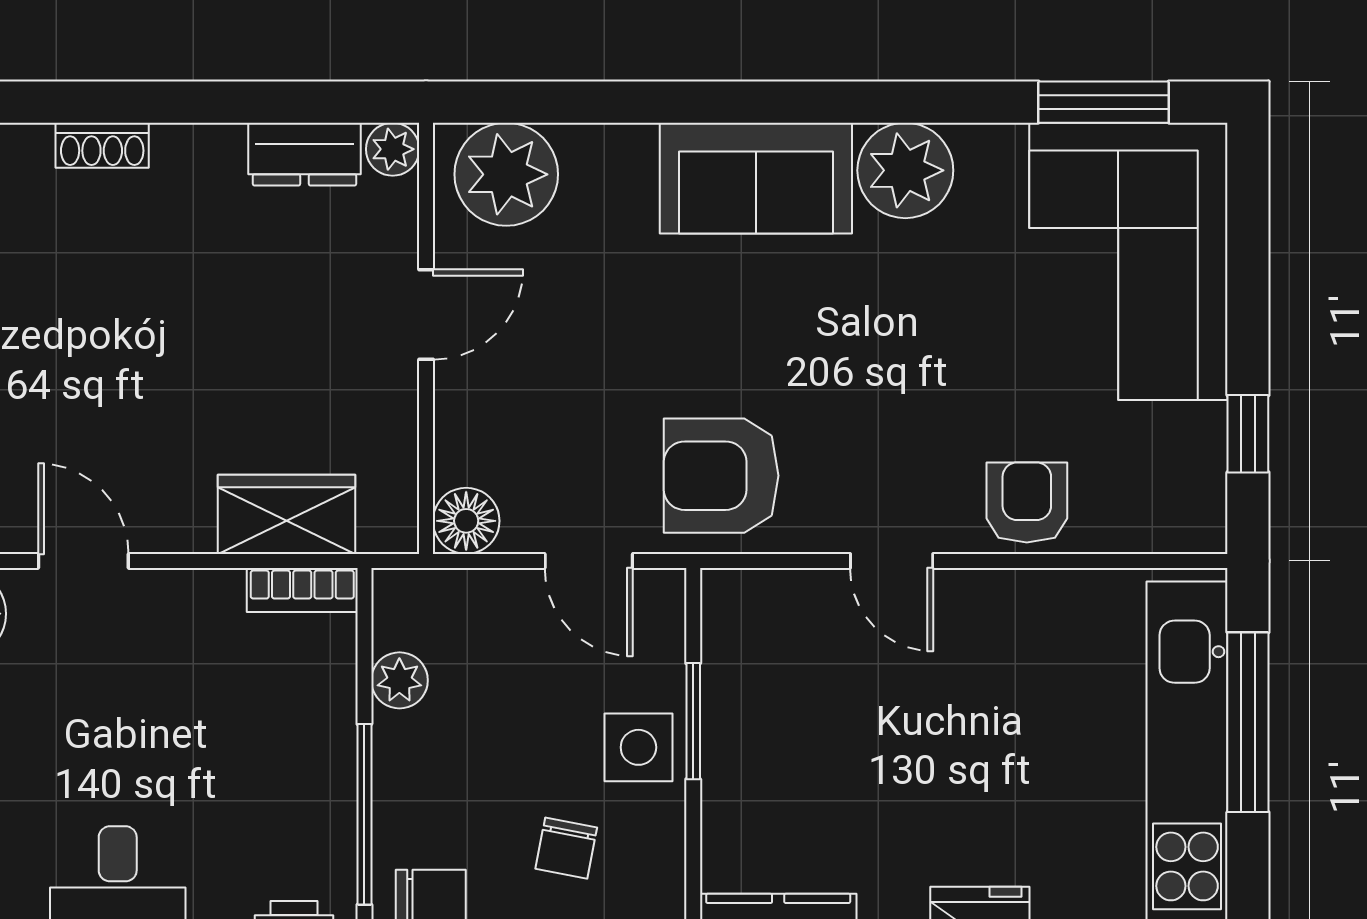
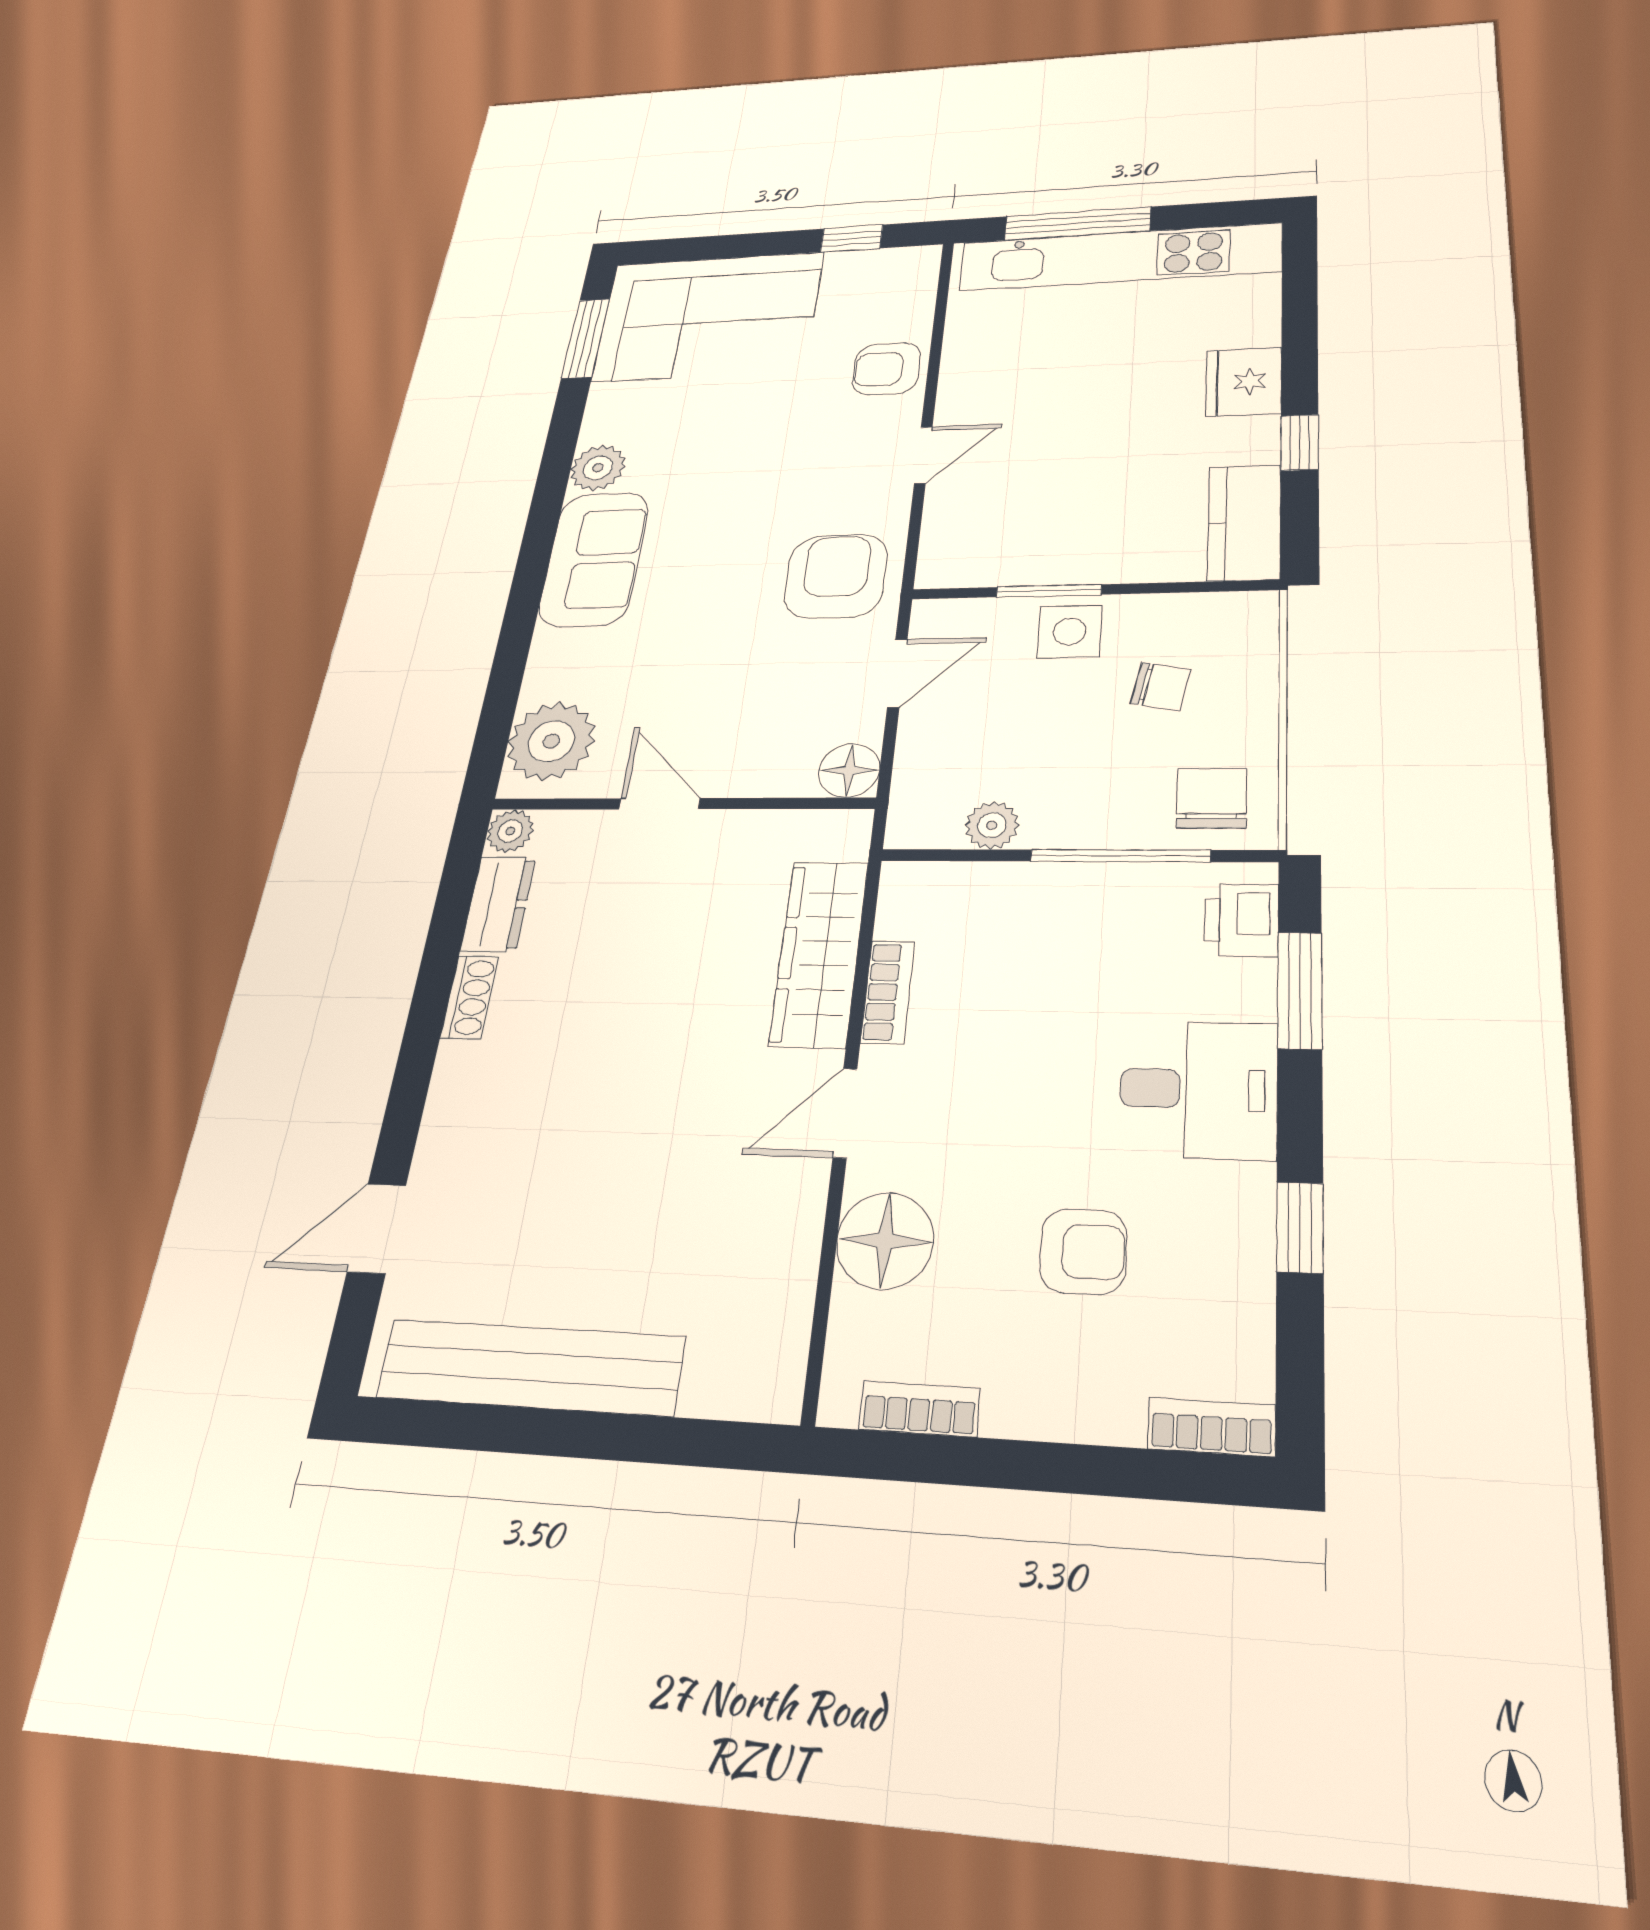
shoe rack: (102, 145) -> (469, 997), moved
plant: (905, 170) -> (598, 468), width x0.73, depth x0.73
armchair: (721, 476) -> (836, 576), turned 180
wardrobe: (286, 514) -> (819, 953), width x1.50
bookcase: (302, 590) -> (888, 992), moved

